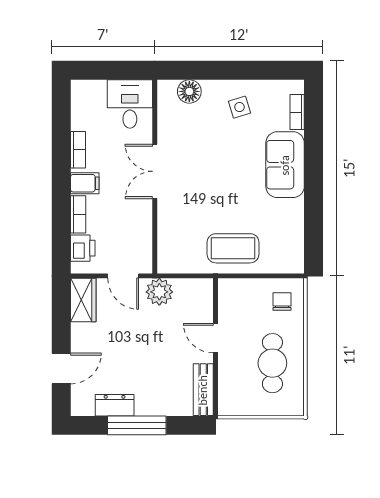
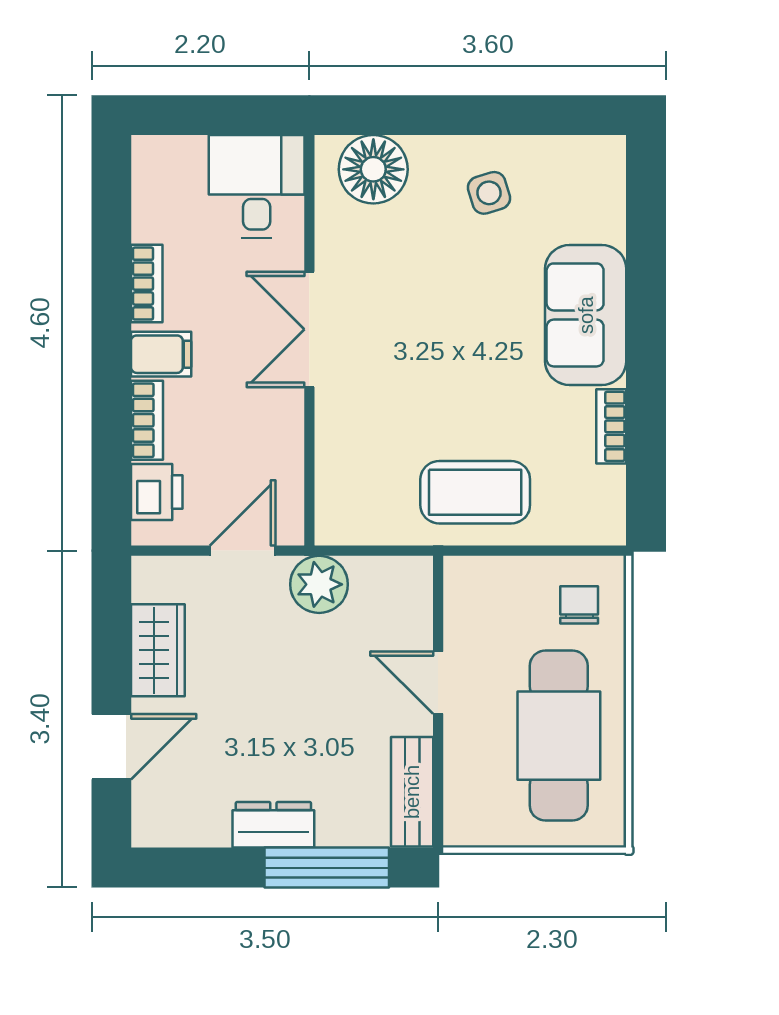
floor lamp: (189, 91) -> (373, 169), width x1.38, depth x1.38
bookcase: (297, 112) -> (611, 426), moved
door: (123, 276) -> (243, 551), swing flipped
wardrobe: (83, 300) -> (158, 650), moved
cafe table: (272, 363) -> (559, 736), width x1.37, depth x1.35
dresser: (115, 405) -> (273, 825), moved
window: (137, 425) -> (327, 868), moved

